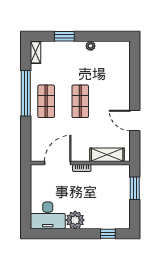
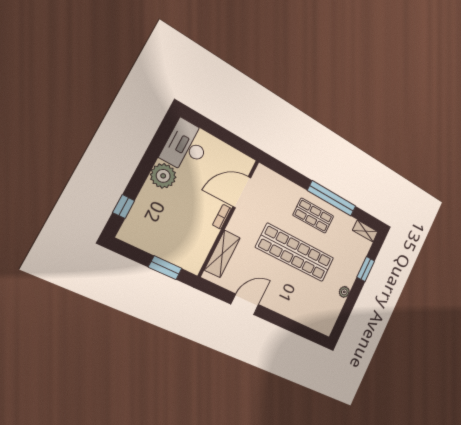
shop shelf: (80, 101) -> (295, 253), width x2.00, depth x1.36
door: (58, 163) -> (242, 192), swing flipped

